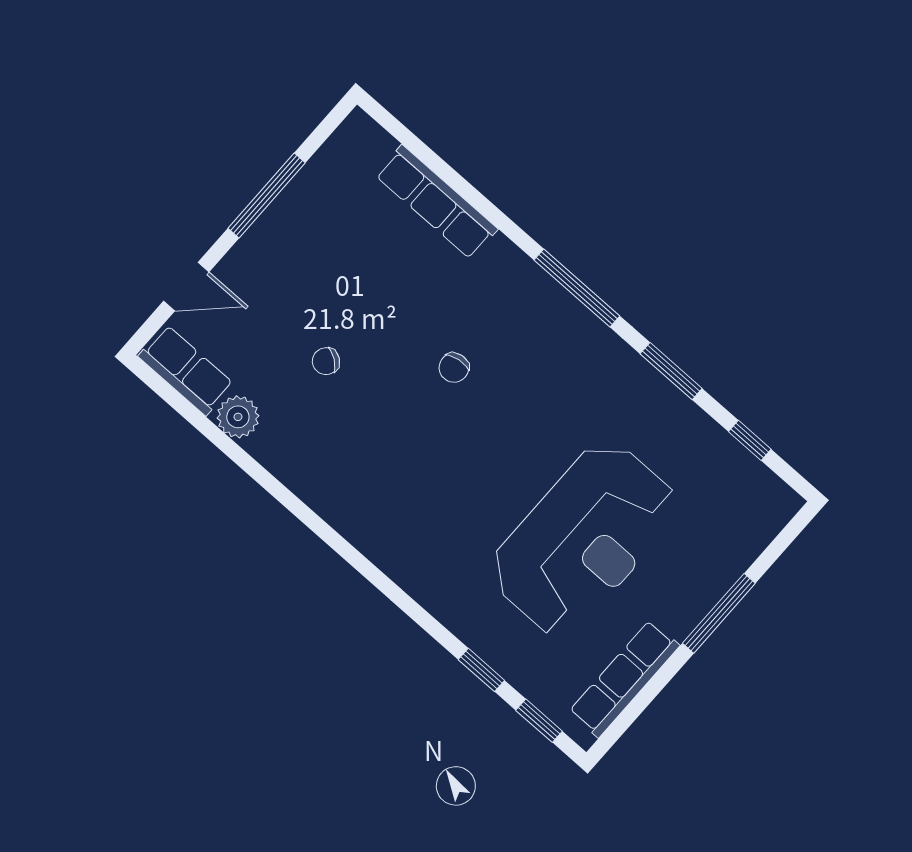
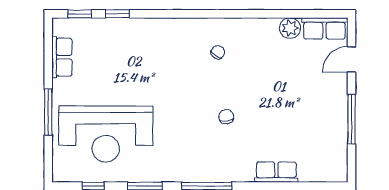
row of seats: (436, 202) -> (276, 172), width x0.68
chair: (326, 361) -> (218, 52), moved
reception desk: (584, 539) -> (106, 134), moved, turned -90
row of seats: (624, 679) -> (62, 57), width x0.68

